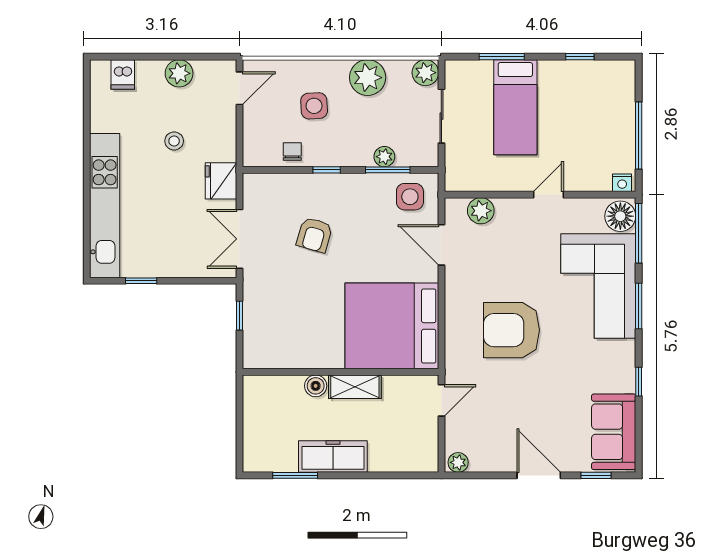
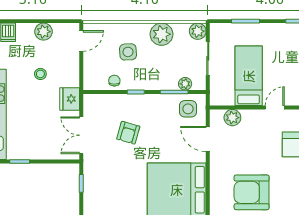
bed: (515, 107) -> (249, 76), moved, turned 180
plant: (384, 157) -> (185, 84), moved

